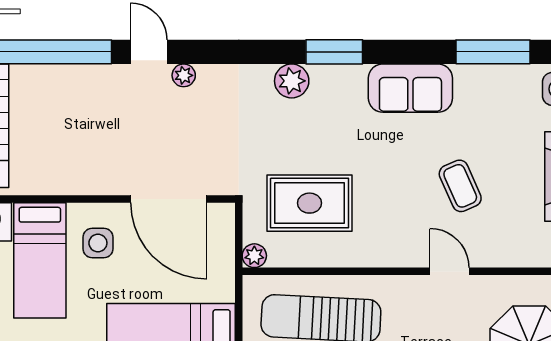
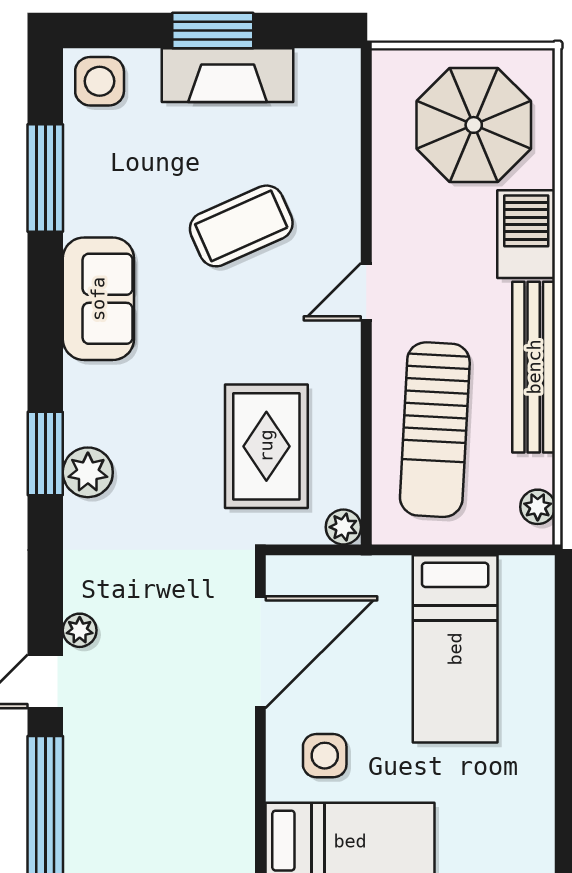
window: (334, 52) -> (45, 453), moved
coffee table: (460, 186) -> (241, 226), width x1.36, depth x1.30
door: (450, 271) -> (366, 292), moved

